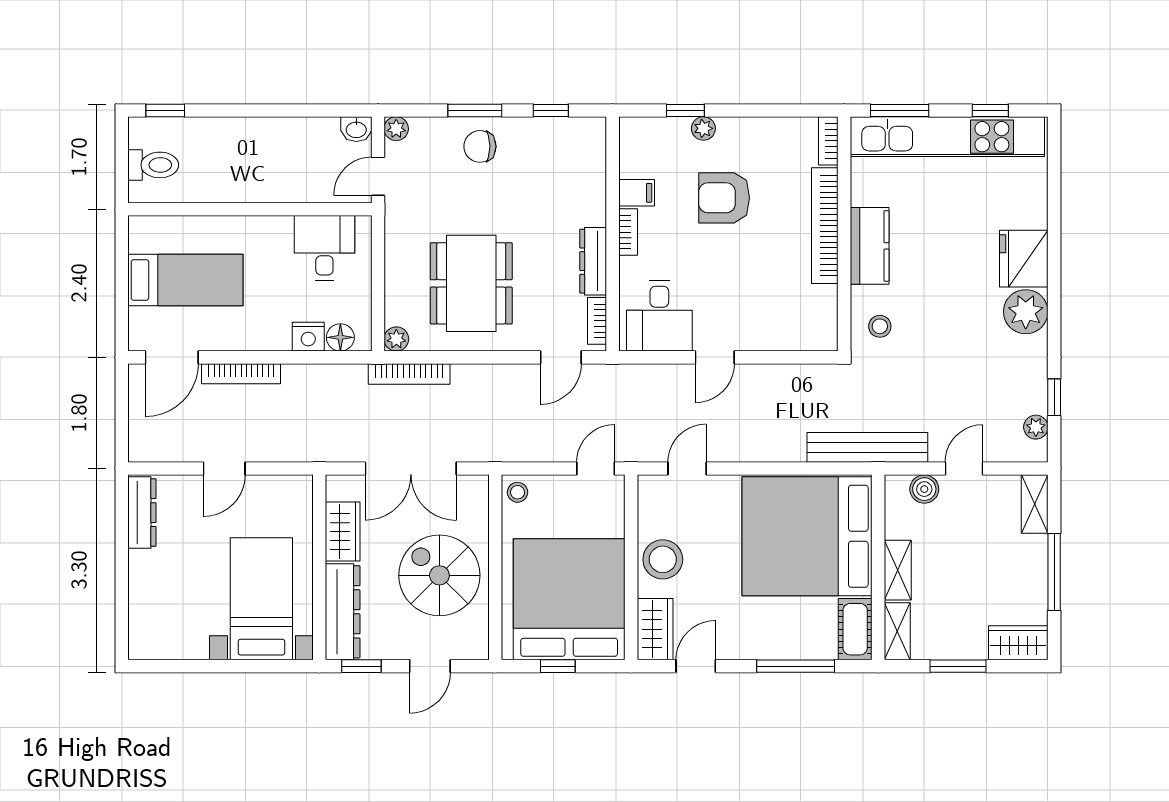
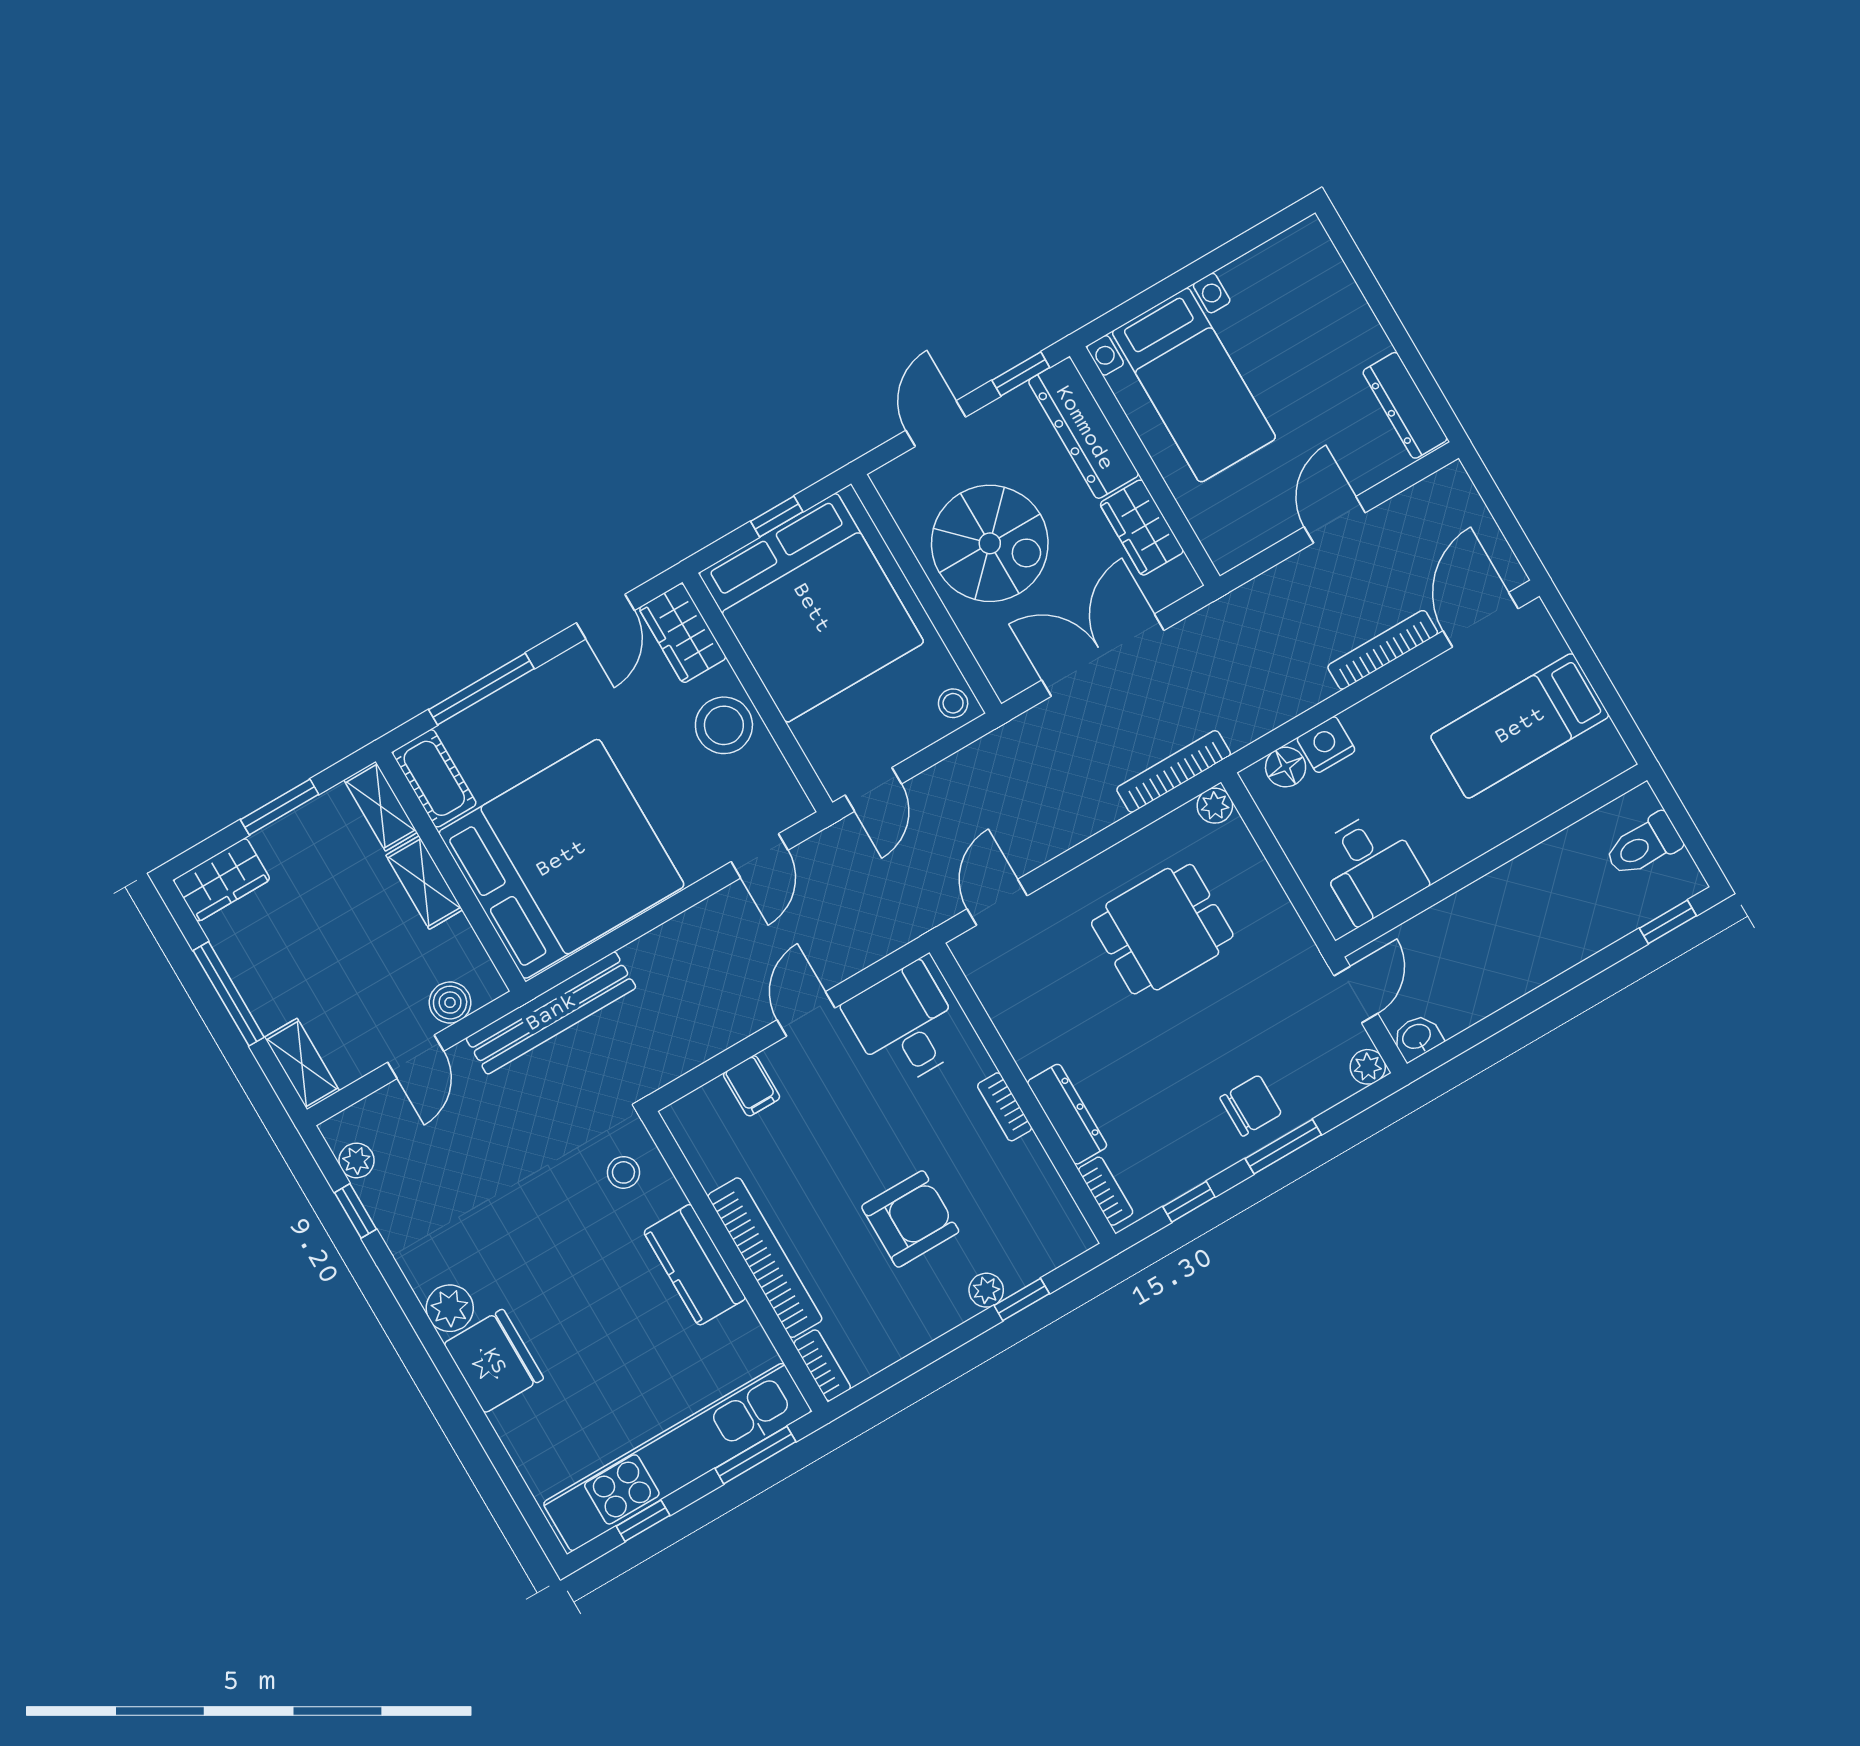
filing cabinet: (637, 193) -> (752, 1086), moved, turned -90
dresser: (593, 261) -> (1067, 1114), moved
dining table: (471, 283) -> (1162, 929), width x0.73
plant: (1026, 312) -> (450, 1308), width x0.73, depth x0.73
bookcase: (597, 321) -> (1106, 1191), moved

